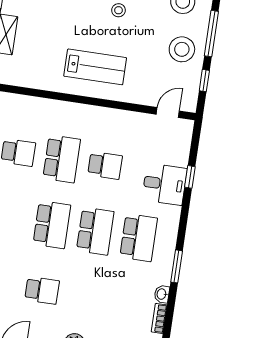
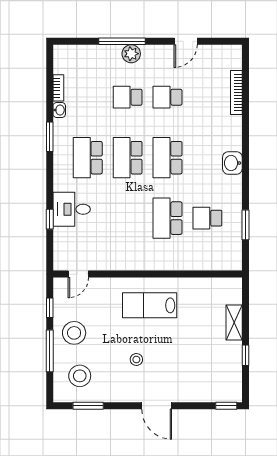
school desk: (105, 165) -> (128, 97), moved

